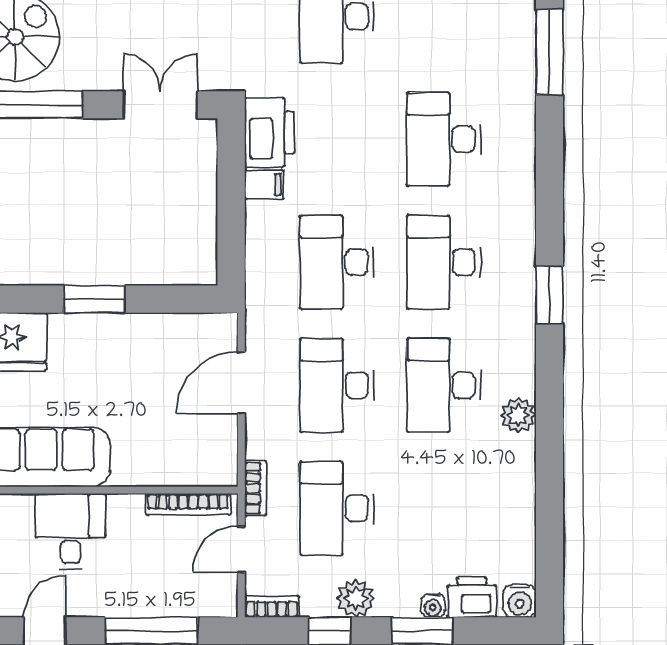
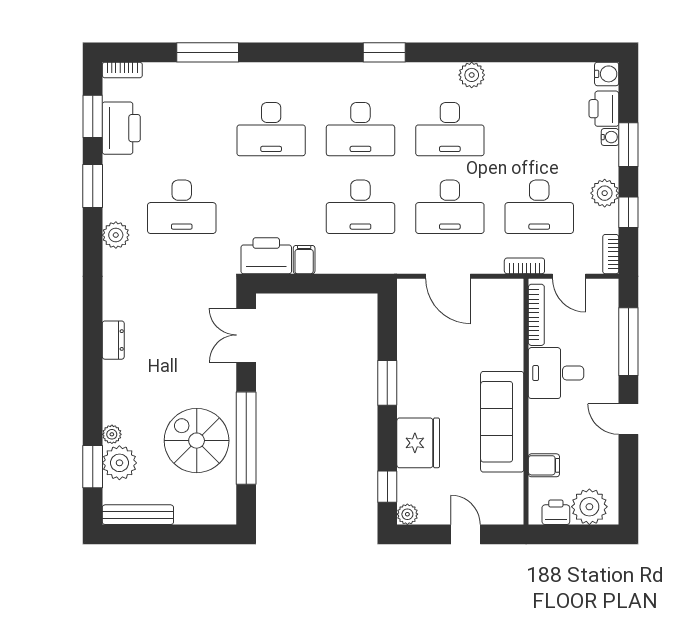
desk: (70, 531) -> (556, 373), moved

